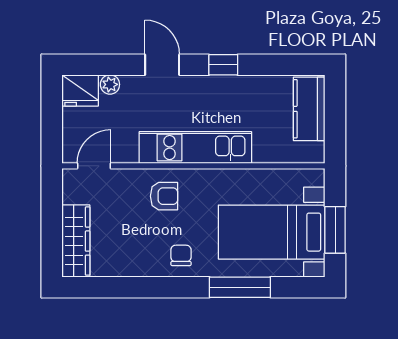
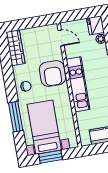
armchair: (164, 196) -> (52, 73), width x1.88, depth x1.88
wardrobe: (76, 241) -> (16, 48), moved, turned -90

